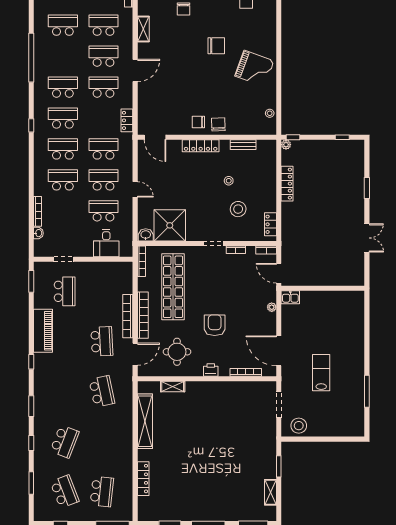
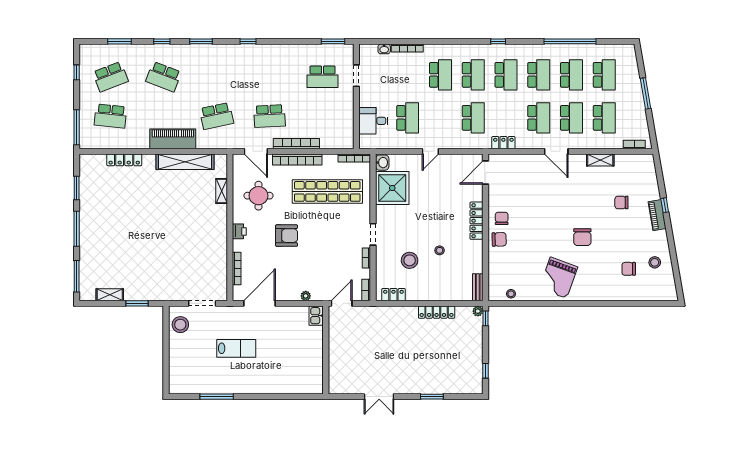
bench: (243, 145) -> (478, 287), moved
school desk: (104, 180) -> (571, 75), moved
piano: (43, 331) -> (173, 139), moved, turned 180

